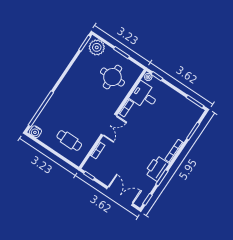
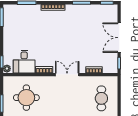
printer: (157, 168) -> (76, 12), removed
double door: (120, 196) -> (119, 38), moved

